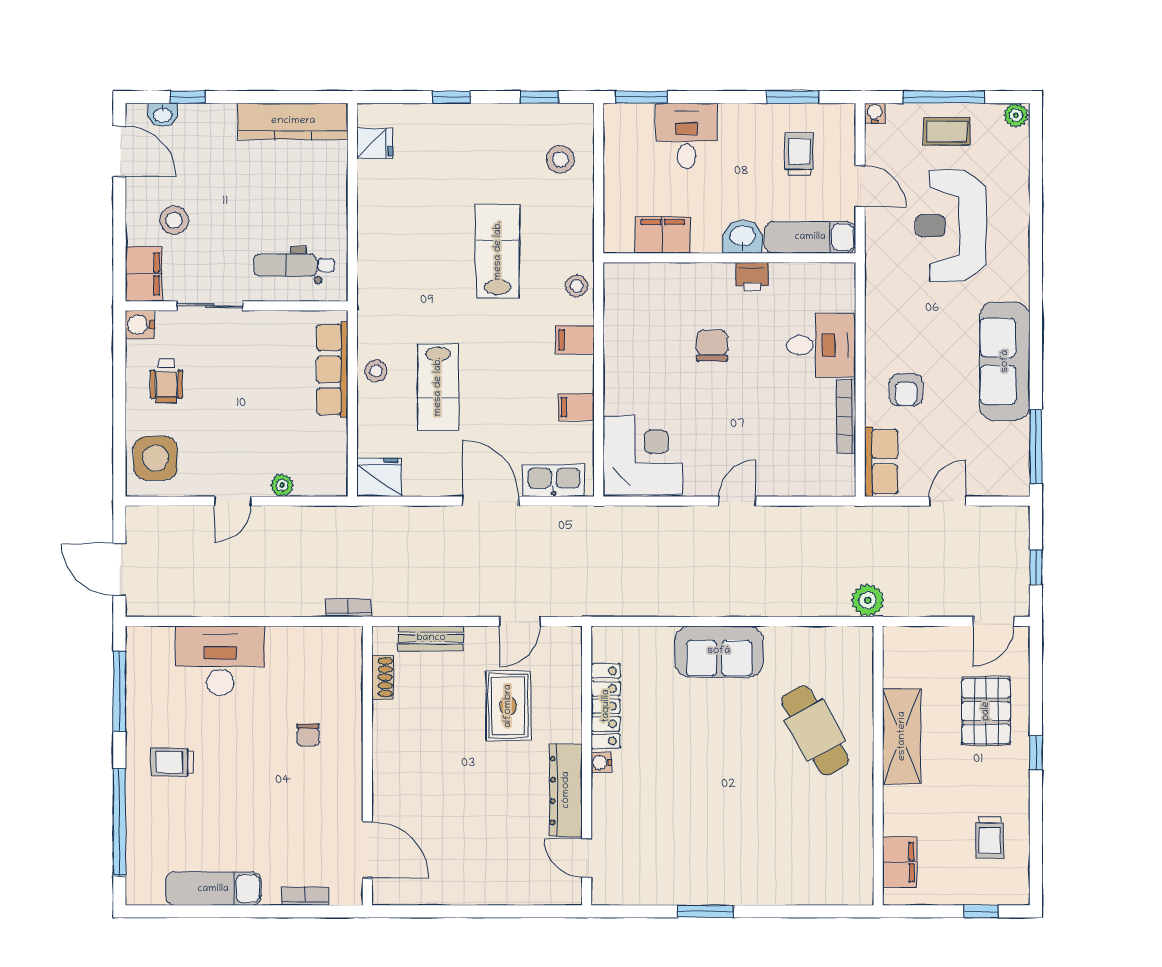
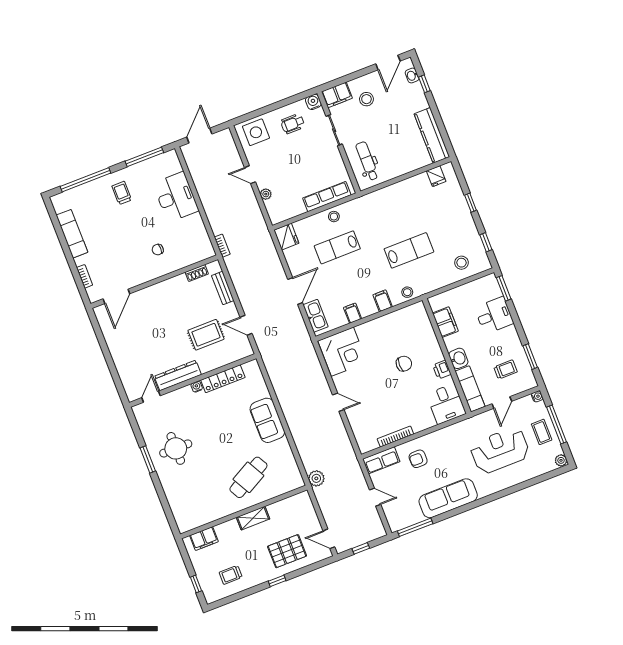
desk: (821, 345) -> (446, 404), moved
shelving: (902, 736) -> (253, 518), width x0.67, depth x0.75
round table: (705, 849) -> (176, 448), added

